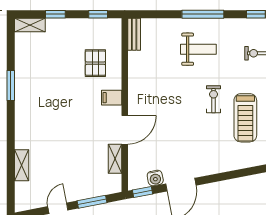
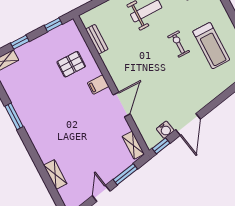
bench: (134, 34) -> (97, 39), moved
pallet: (95, 63) -> (71, 64), turned 90
shelving: (115, 159) -> (133, 145), moved

